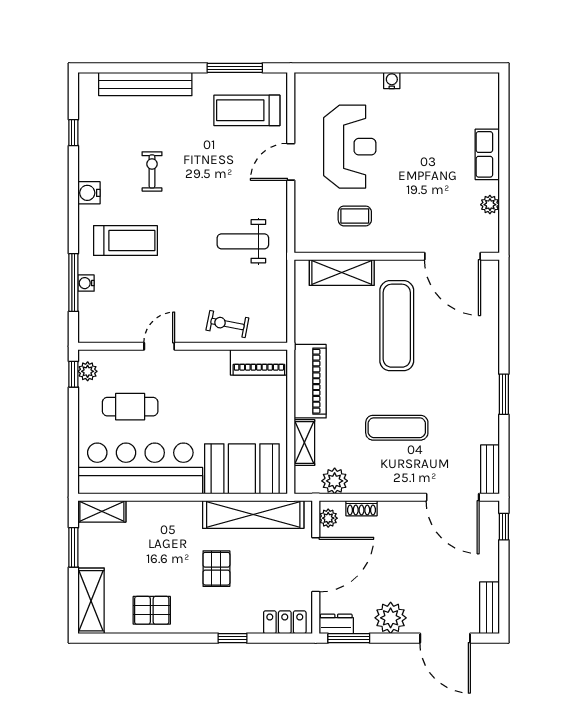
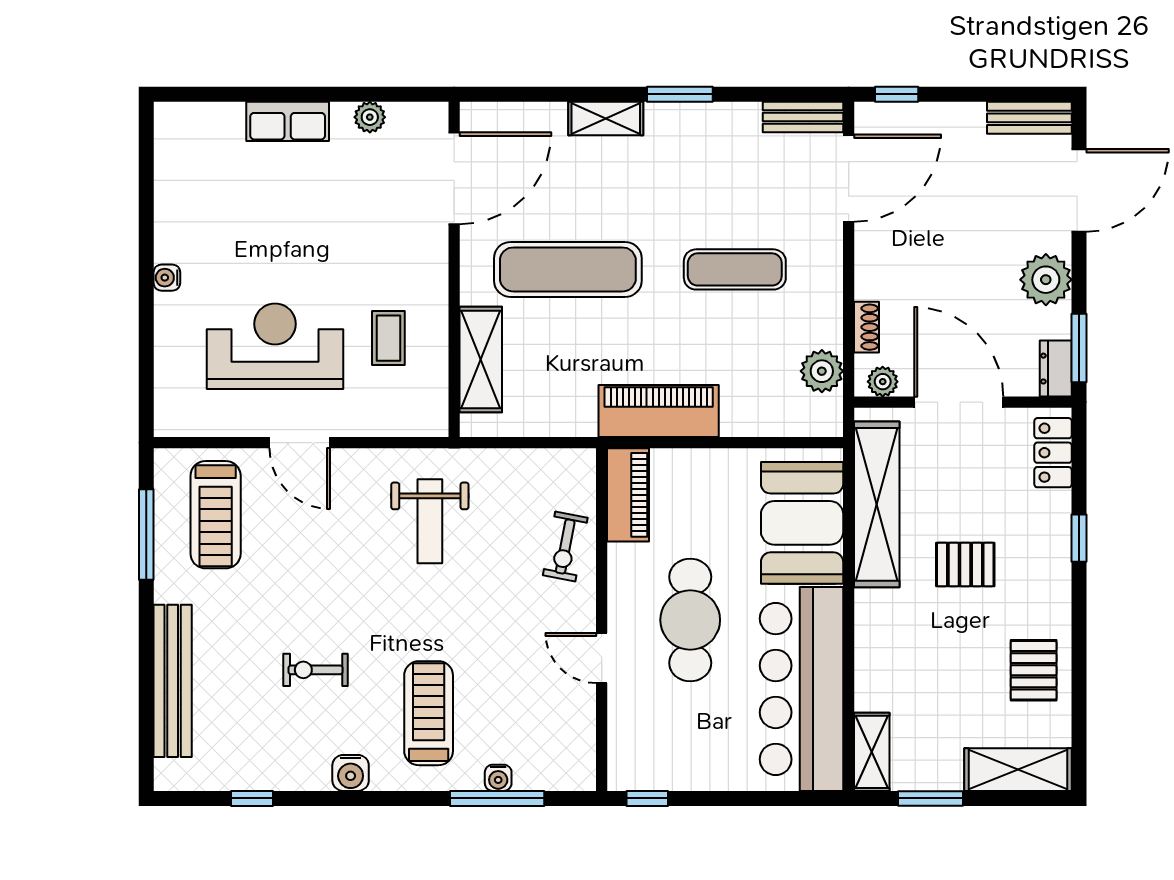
plant: (88, 371) -> (643, 775), removed
cafe table: (130, 407) -> (690, 620), moved, width x1.37, depth x1.35
exercise mat: (397, 428) -> (735, 269), turned 90
shelving: (304, 442) -> (606, 119), moved

